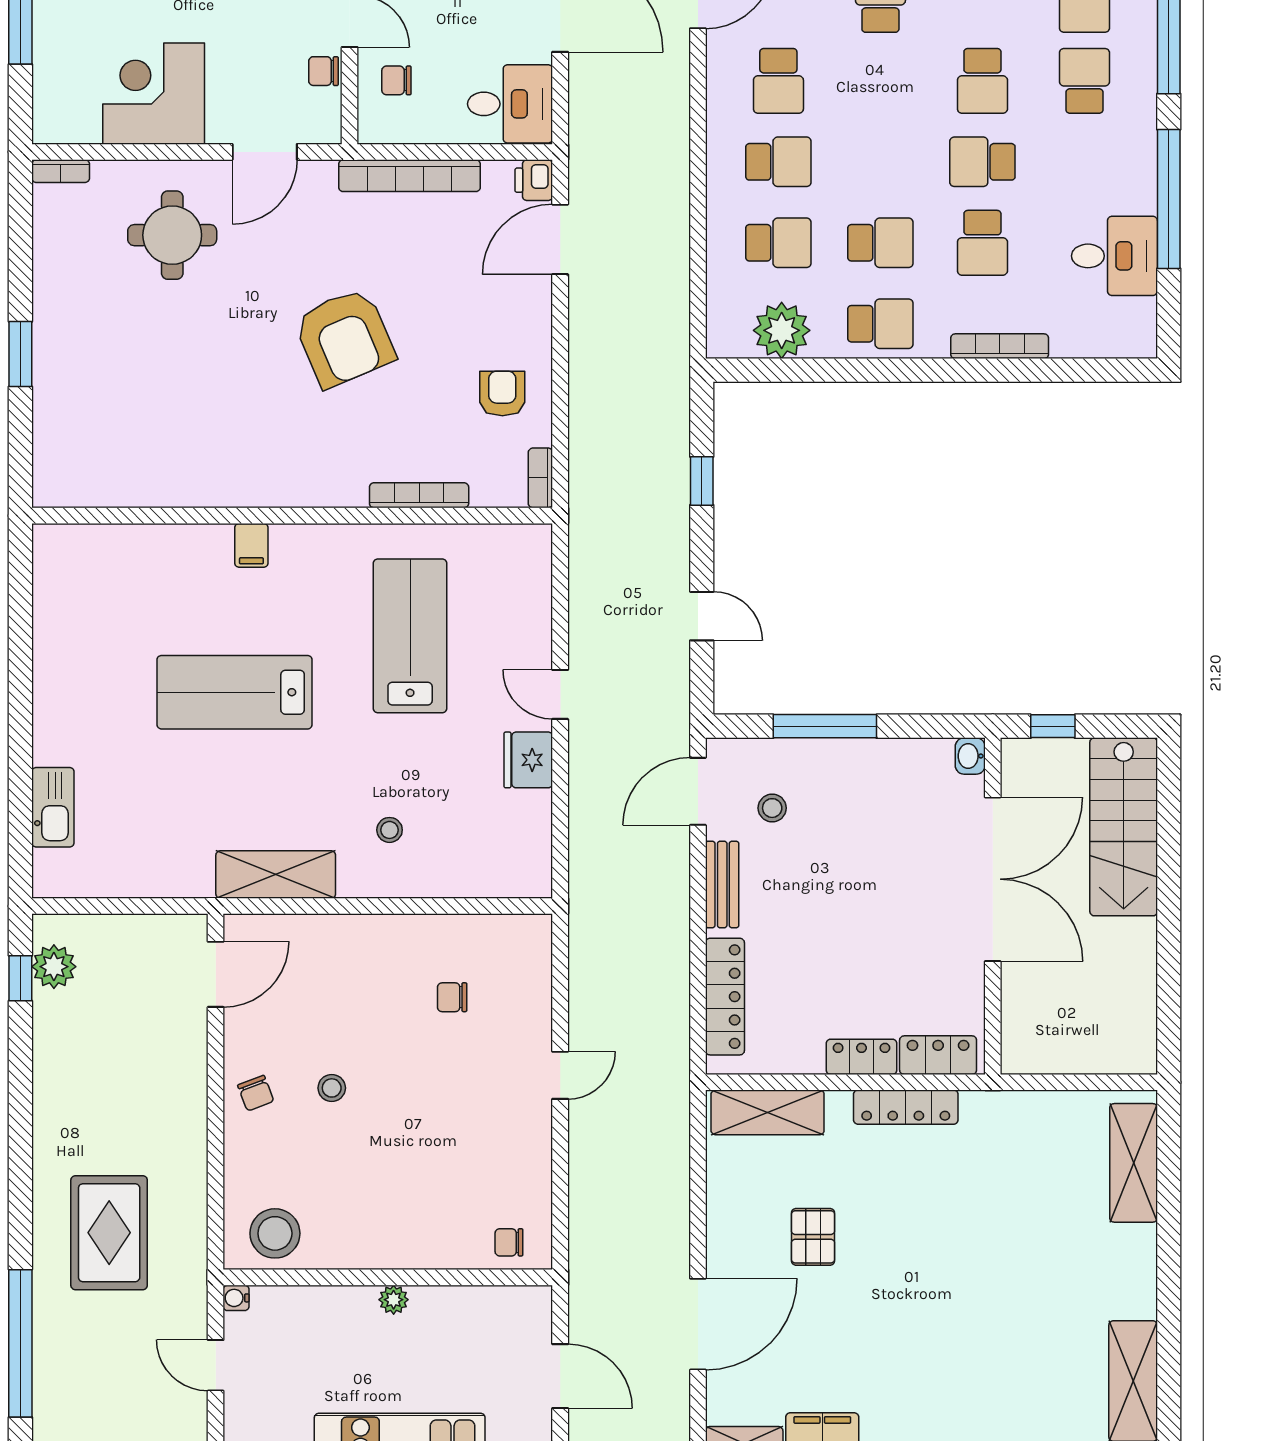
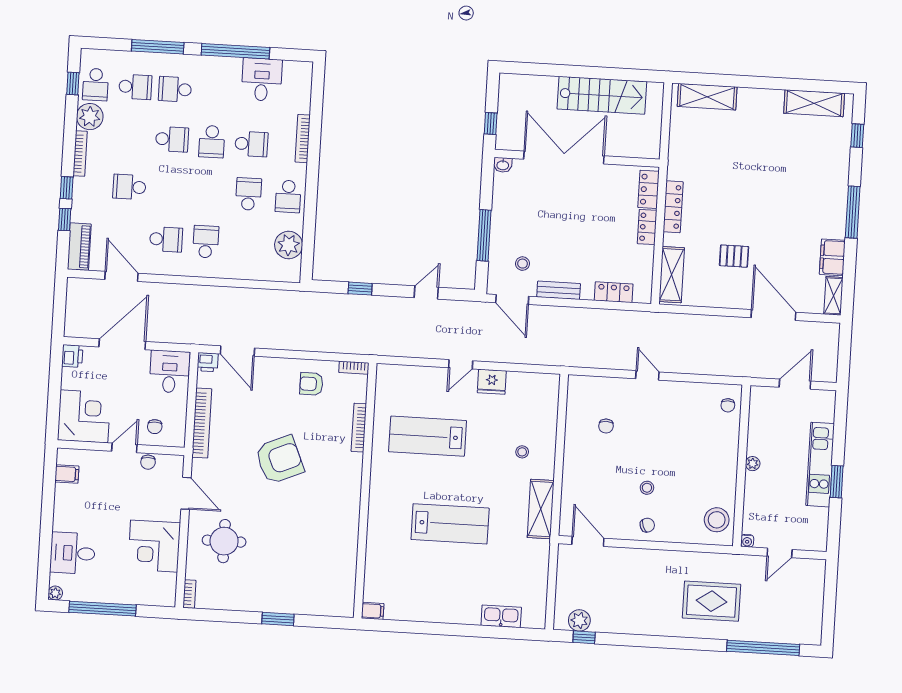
school desk: (778, 243) -> (245, 244), removed
school desk: (880, 324) -> (288, 196), turned 180
filing cabinet: (251, 545) -> (373, 611), moved
lab bench: (235, 692) -> (450, 524), turned -90
stairs: (1124, 827) -> (602, 95), moved
locker: (725, 997) -> (614, 292), width x0.66

